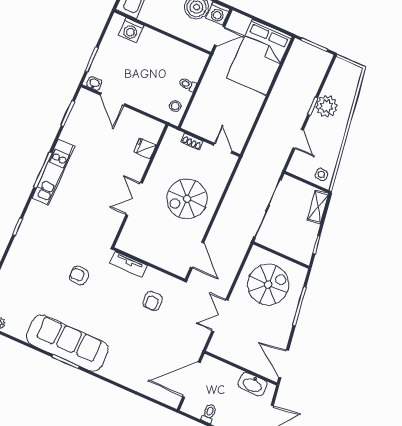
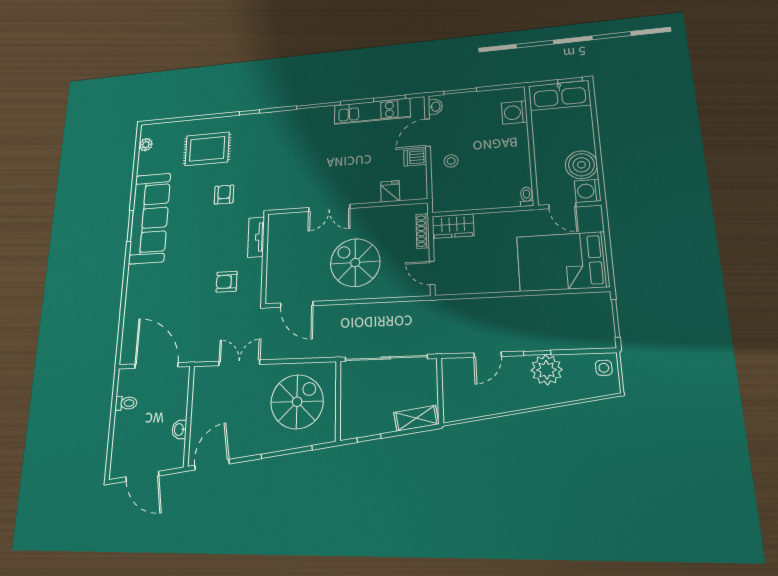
toilet: (188, 85) -> (527, 197), moved
stool: (175, 106) -> (451, 161), moved
wardrobe: (196, 117) -> (453, 226), added
dishwasher: (128, 118) -> (415, 157), added
shoe rack: (192, 142) -> (423, 231), width x1.43
door: (223, 148) -> (432, 273), swing flipped
kitchen unit: (53, 172) -> (372, 111), moved
side table: (321, 174) -> (604, 368), moved
double door: (134, 199) -> (329, 208), swing flipped
door: (197, 255) -> (297, 304), hinge flipped
rug: (31, 274) -> (207, 149), added
spiral stairs: (268, 284) -> (297, 402), turned -90
washbasin: (253, 384) -> (179, 430), width x0.52, depth x0.69

